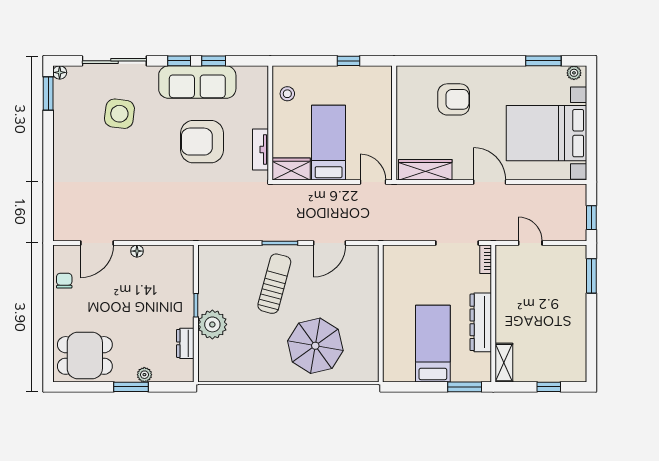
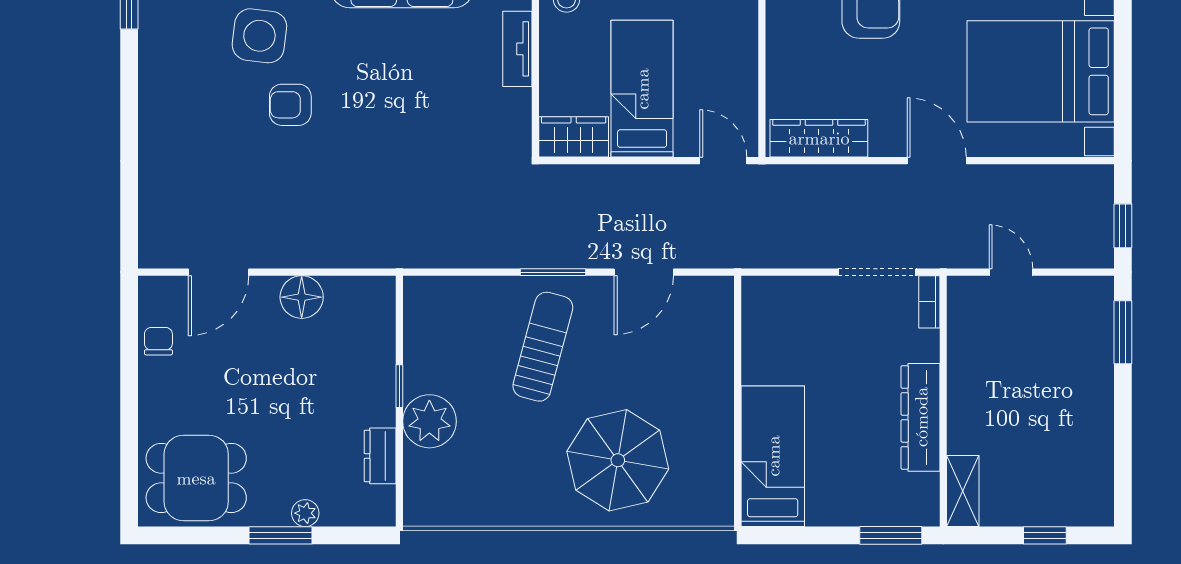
armchair: (202, 142) -> (290, 105), moved, width x0.53, depth x0.53
tv unit: (260, 150) -> (517, 49), moved
floor lamp: (137, 251) -> (302, 297), width x1.89, depth x1.89
bed: (433, 344) -> (773, 456), moved

